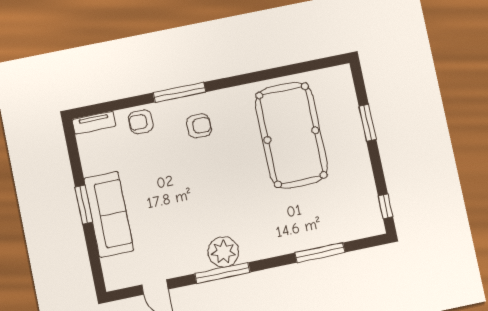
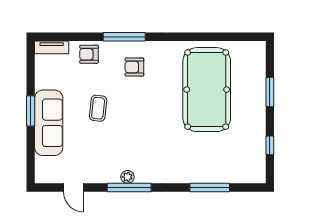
armchair: (199, 126) -> (134, 67), turned 180
coffee table: (165, 184) -> (98, 108), added
window: (386, 206) -> (270, 145), moved
plant: (223, 252) -> (127, 177), width x0.53, depth x0.53

